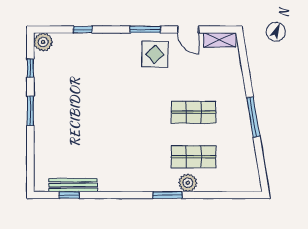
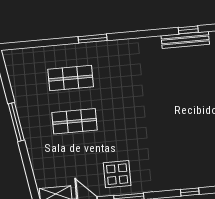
plant: (188, 183) -> (74, 52), removed

